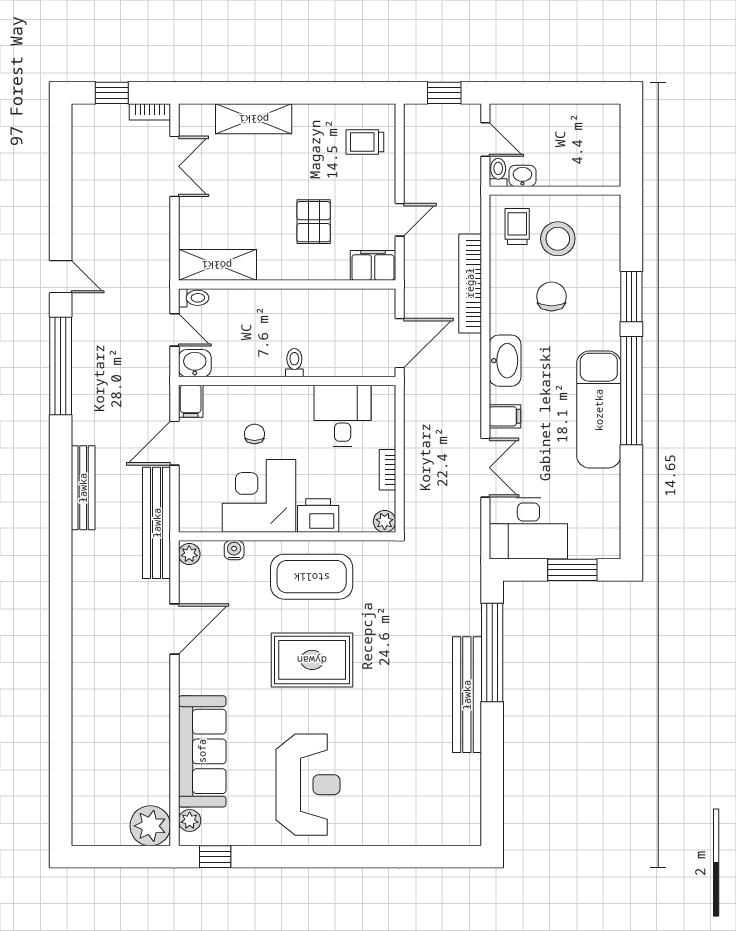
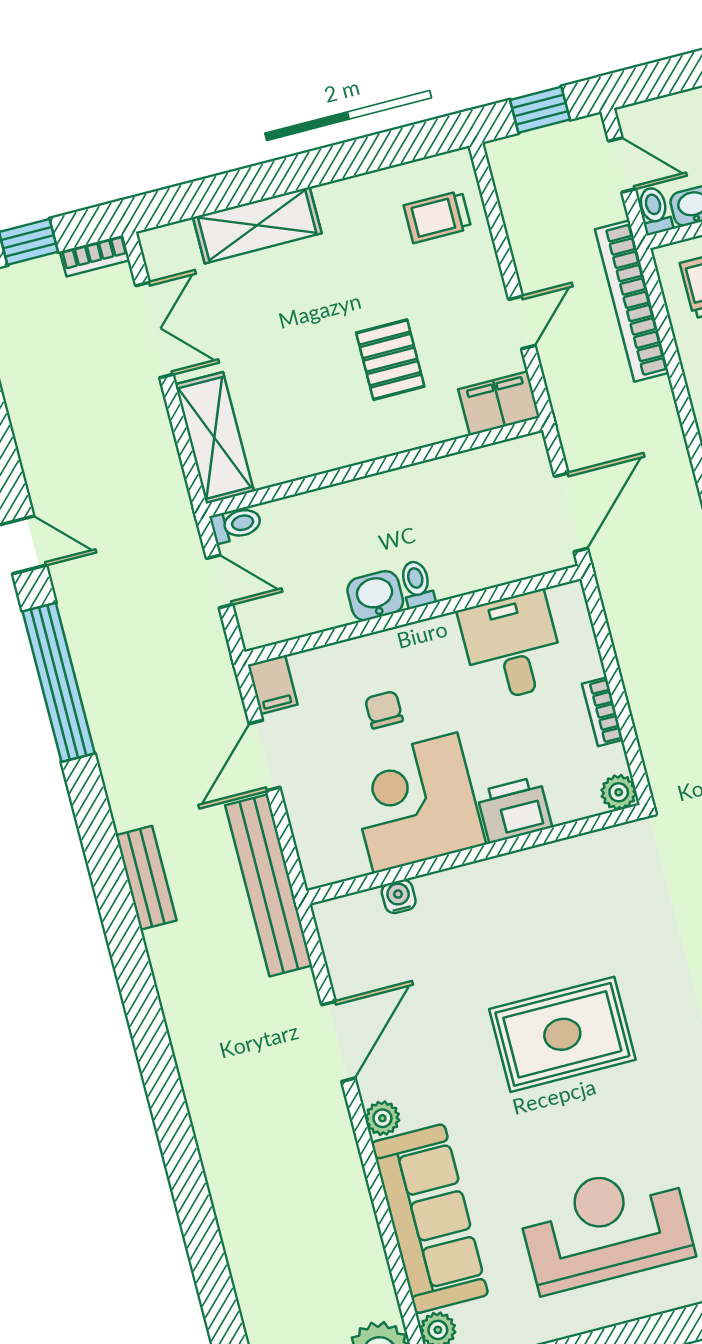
shelving: (217, 265) -> (214, 438), moved, turned 90
bookcase: (470, 283) -> (632, 301), moved
washbasin: (195, 363) -> (375, 596), moved
bench: (83, 488) -> (146, 878), width x0.73
plant: (189, 554) -> (382, 1118), moved
coffee table: (312, 577) -> (529, 906), removed
reception desk: (308, 785) -> (606, 1228), turned -90

